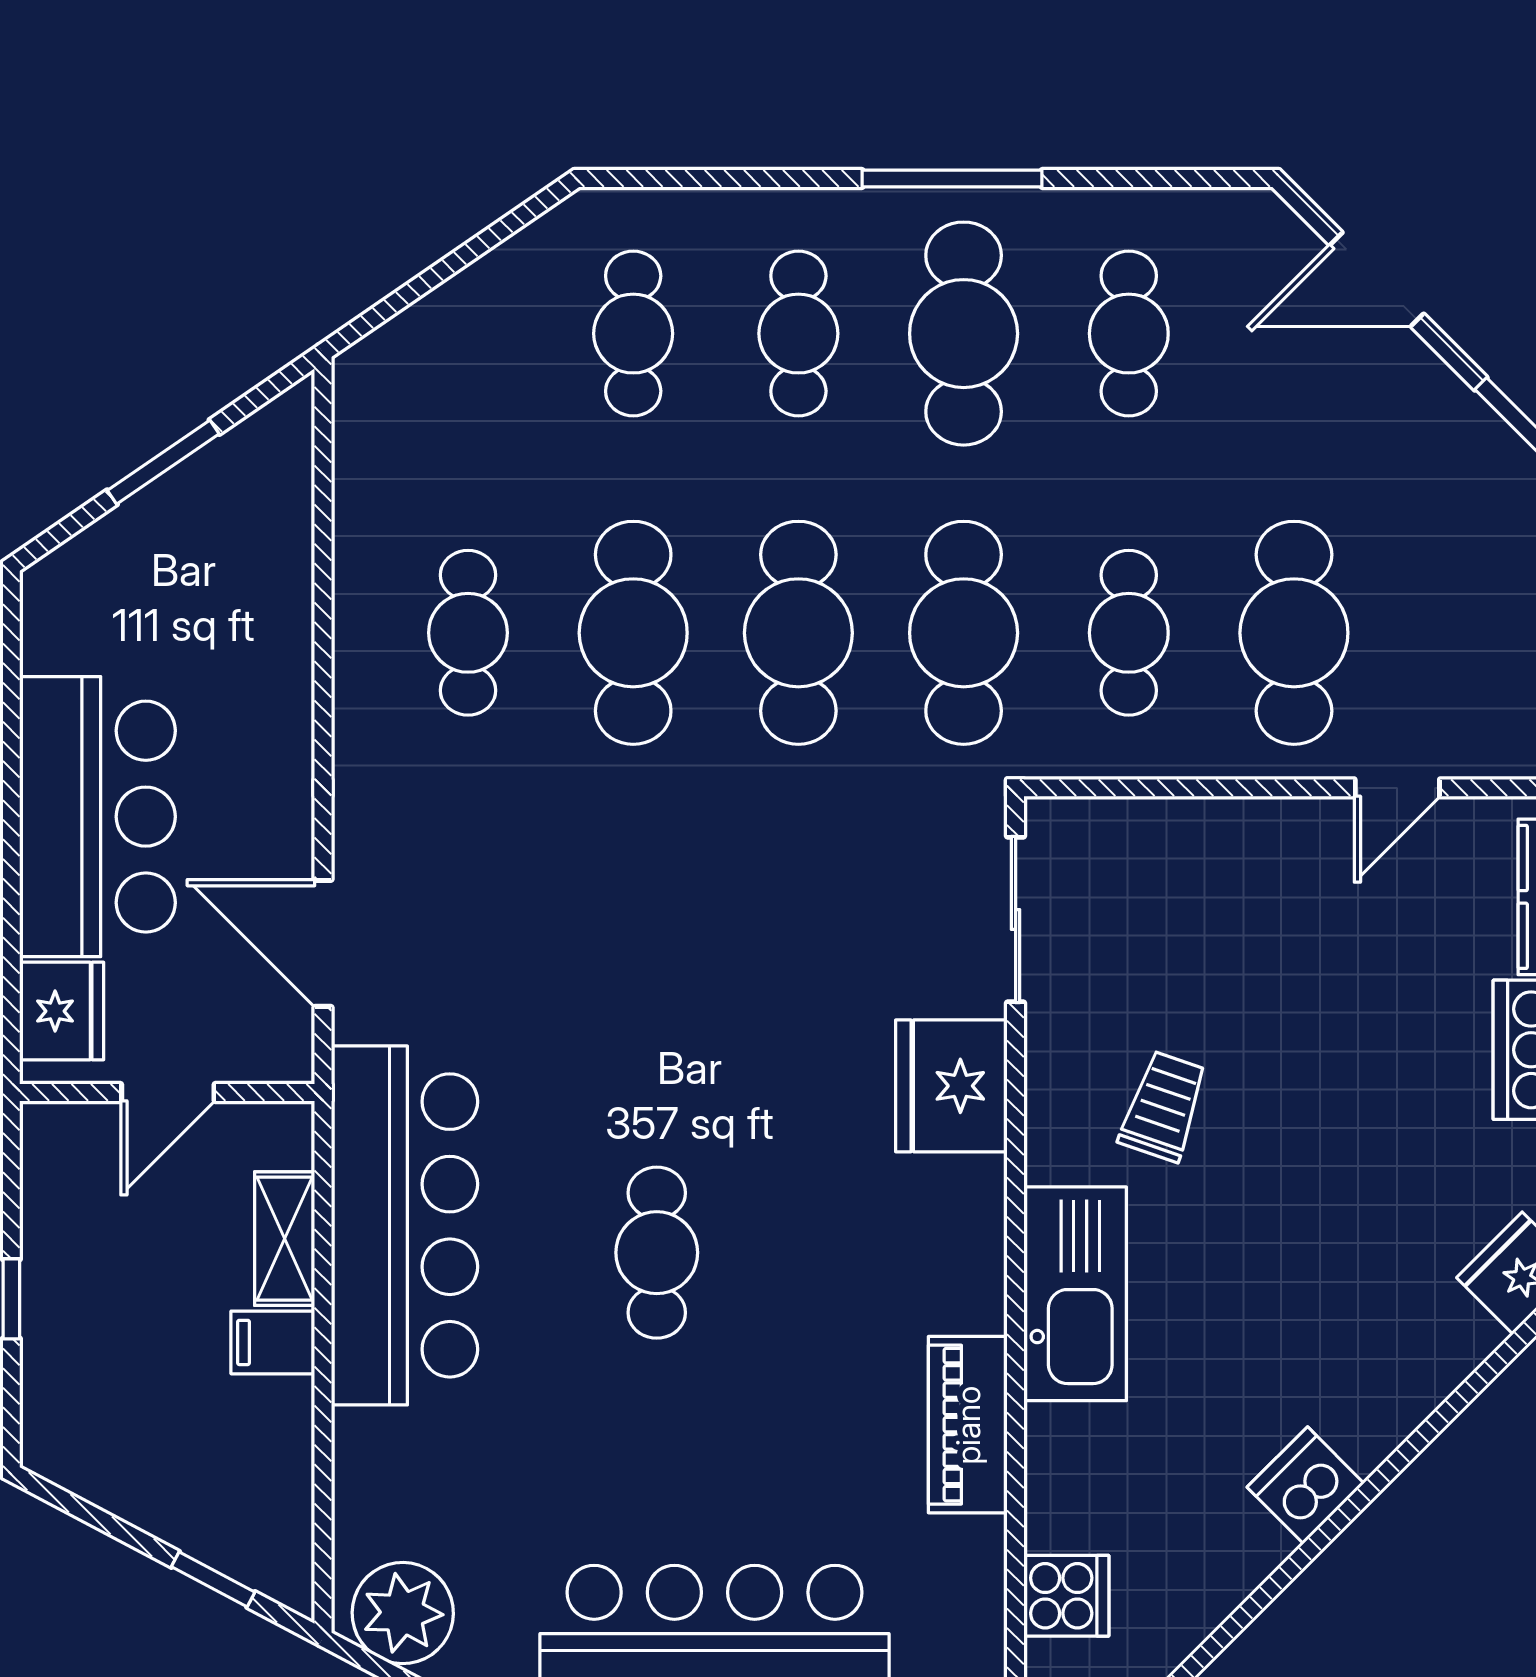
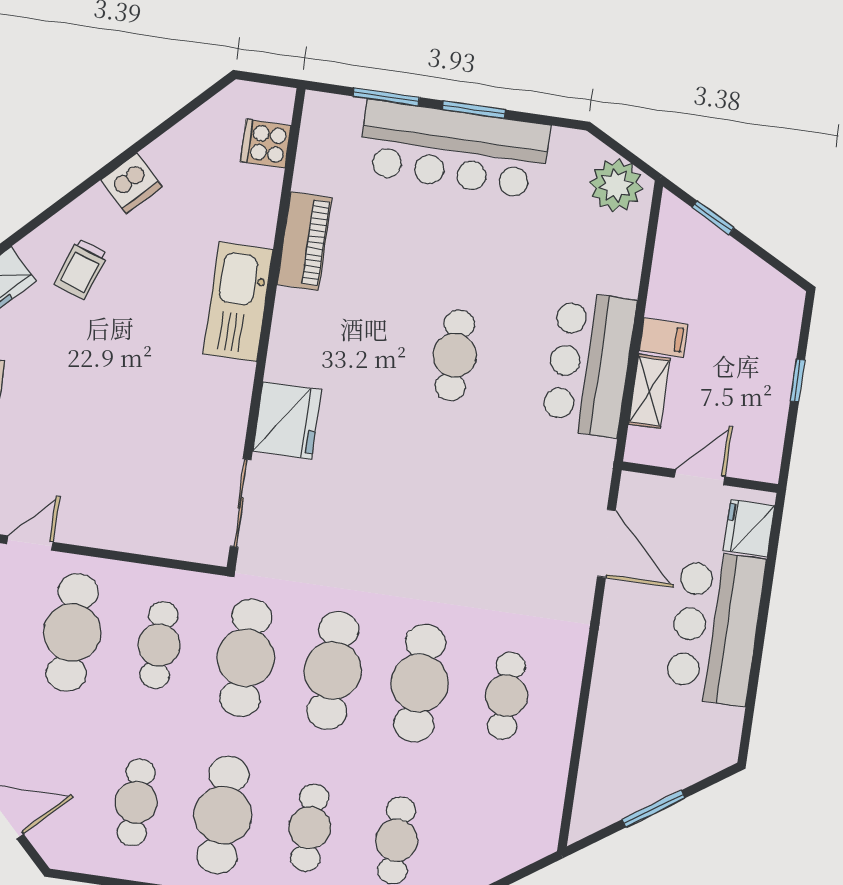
trolley: (1163, 1106) -> (81, 269), moved
bar counter: (404, 1225) -> (589, 364), width x0.73

